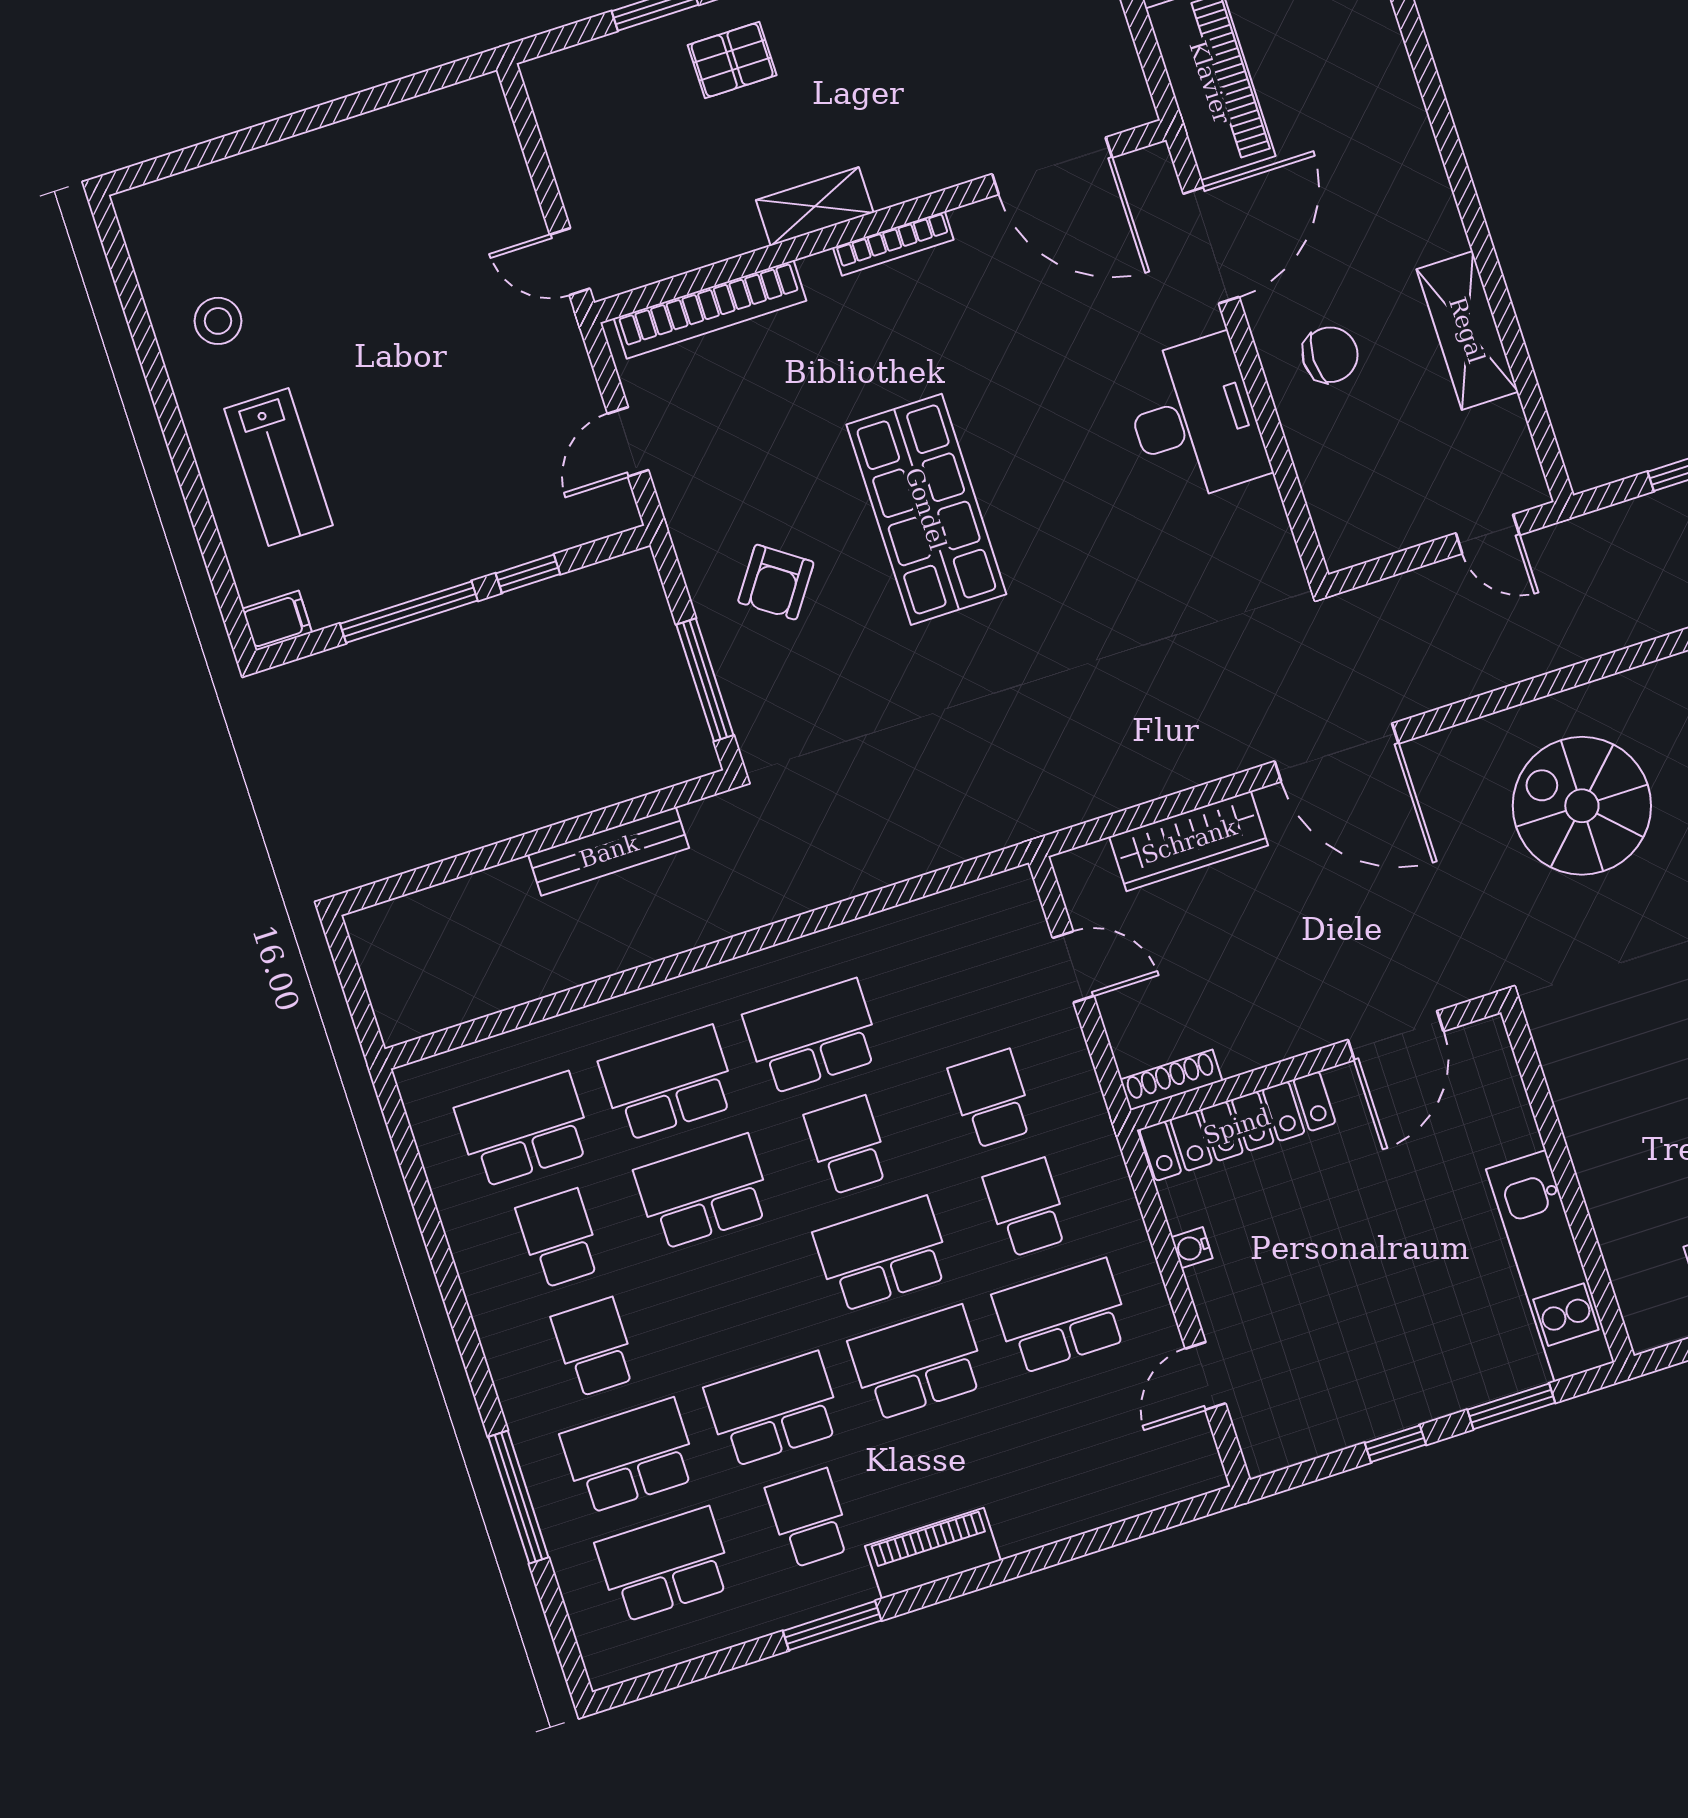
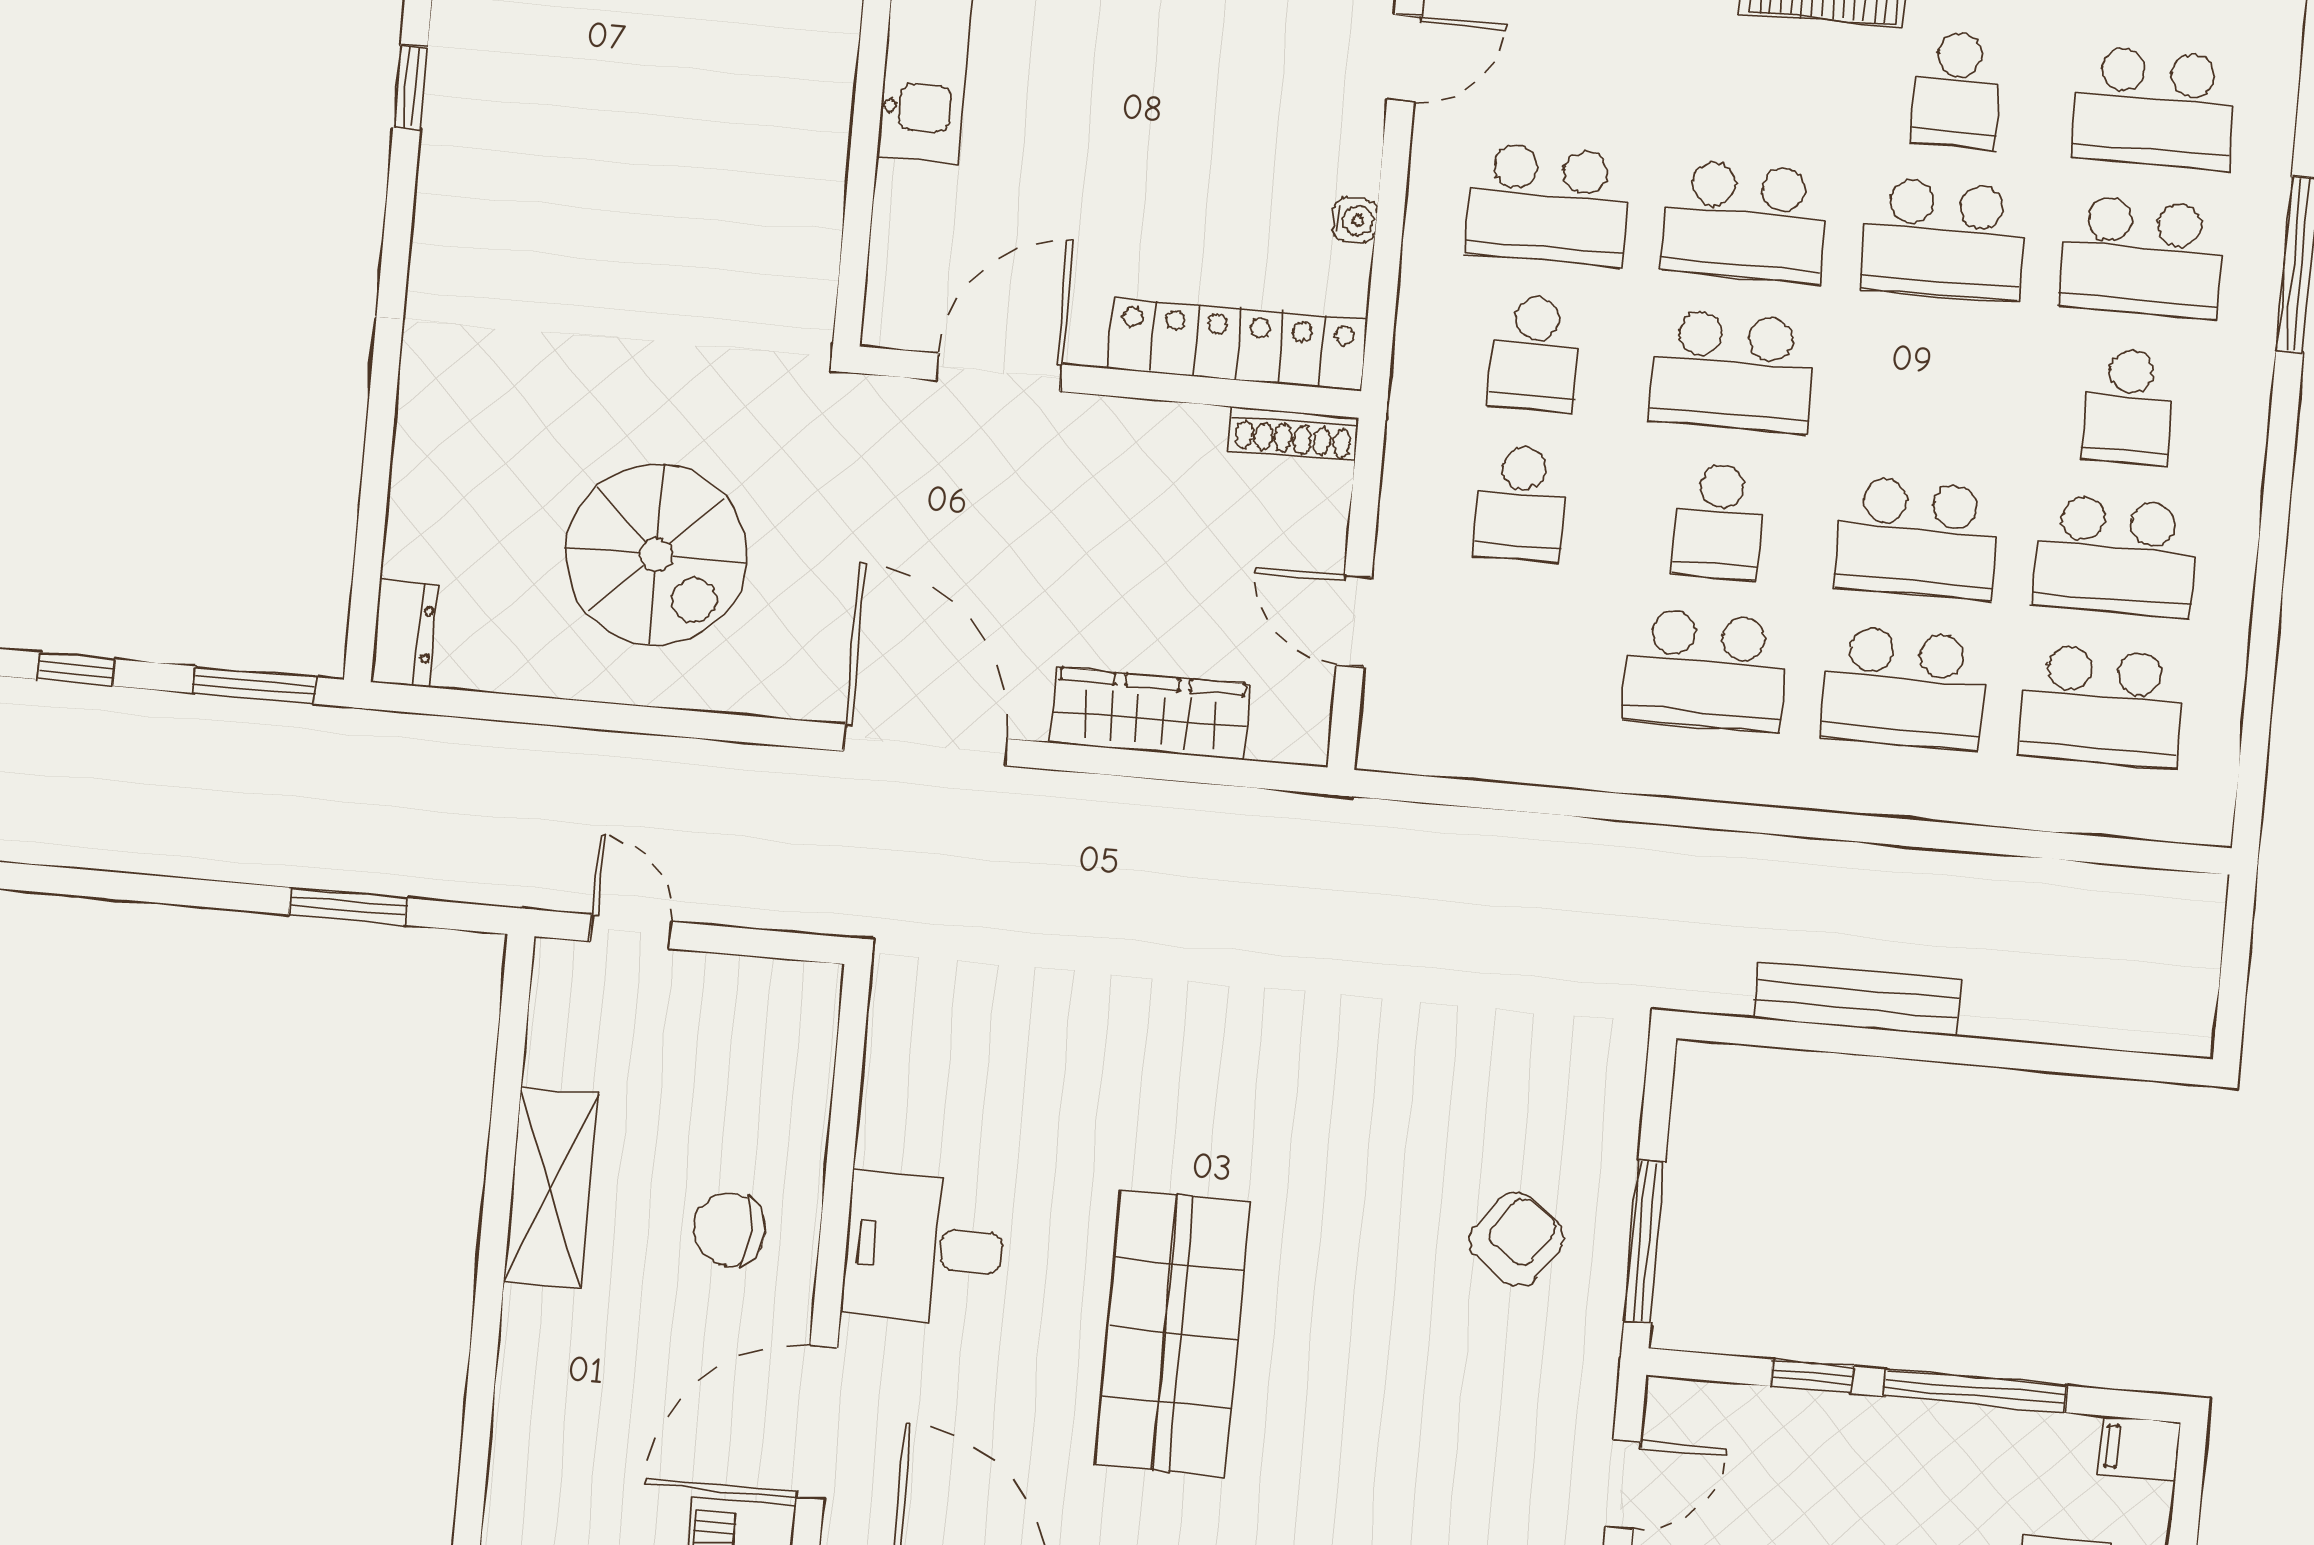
desk: (1195, 419) -> (924, 1248), width x0.73
shop shelf: (926, 509) -> (1173, 1333), moved
window: (705, 680) -> (1645, 1242), moved
school desk: (559, 1239) -> (2115, 556), width x1.85

